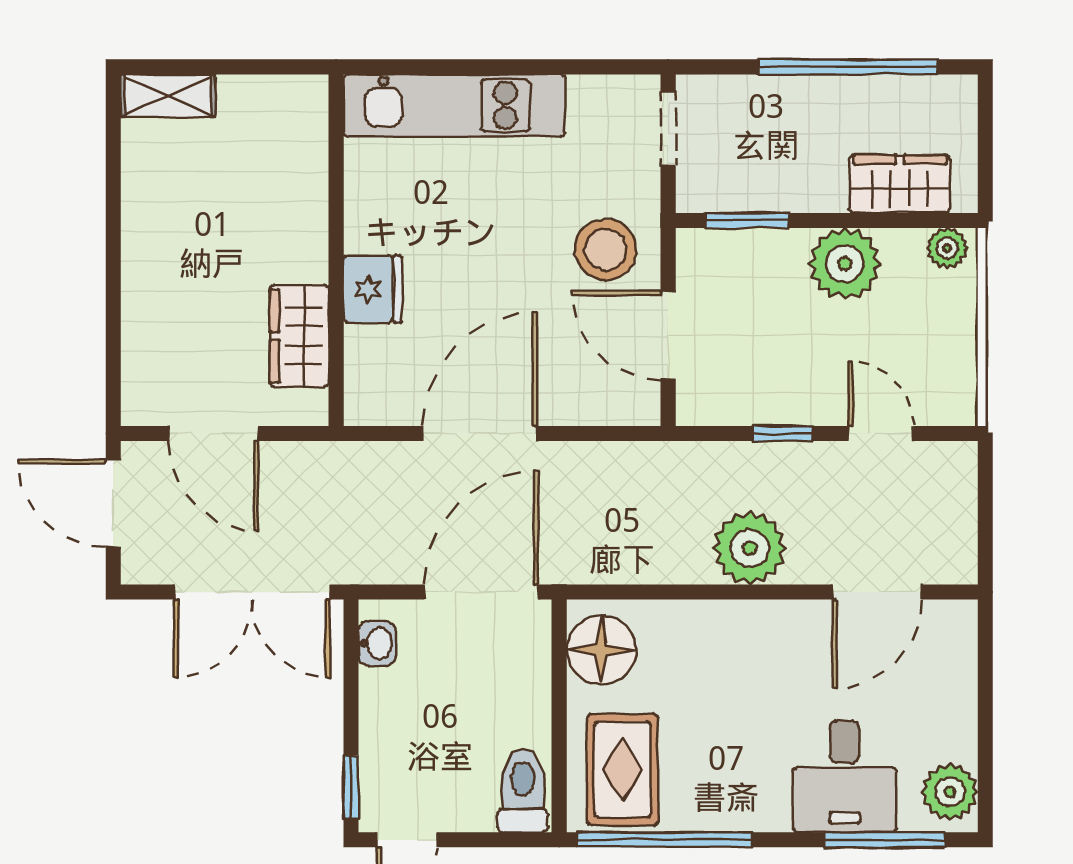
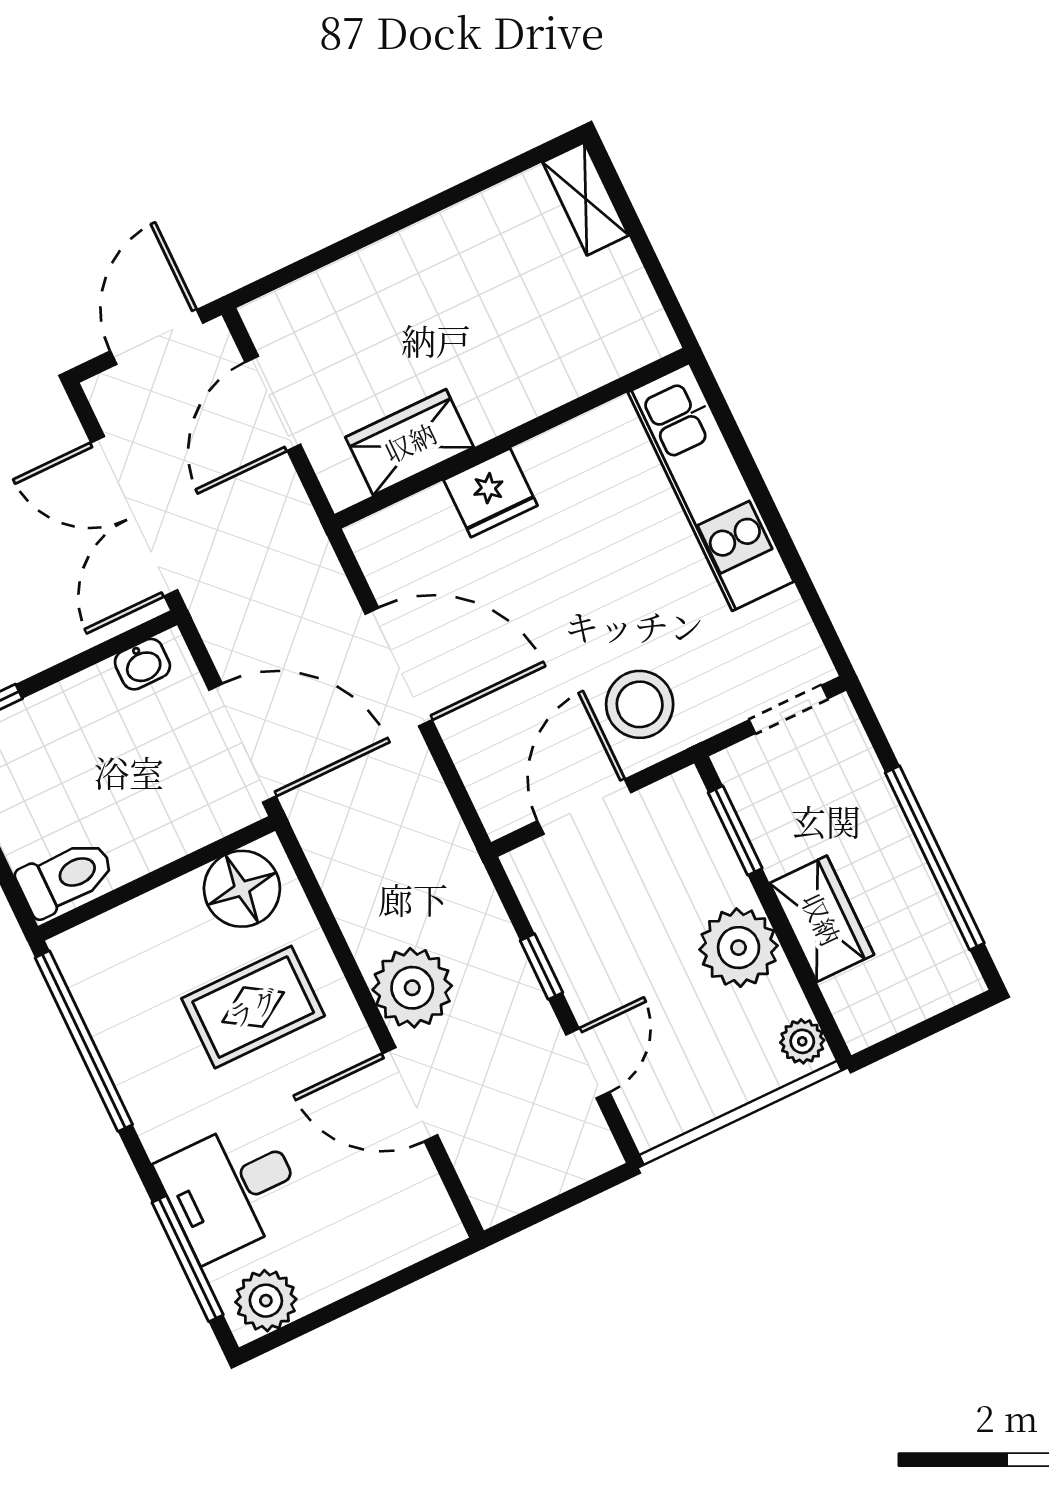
wardrobe: (900, 184) -> (822, 919), moved
door: (877, 592) -> (410, 1094), moved
rug: (623, 770) -> (253, 1007), moved

